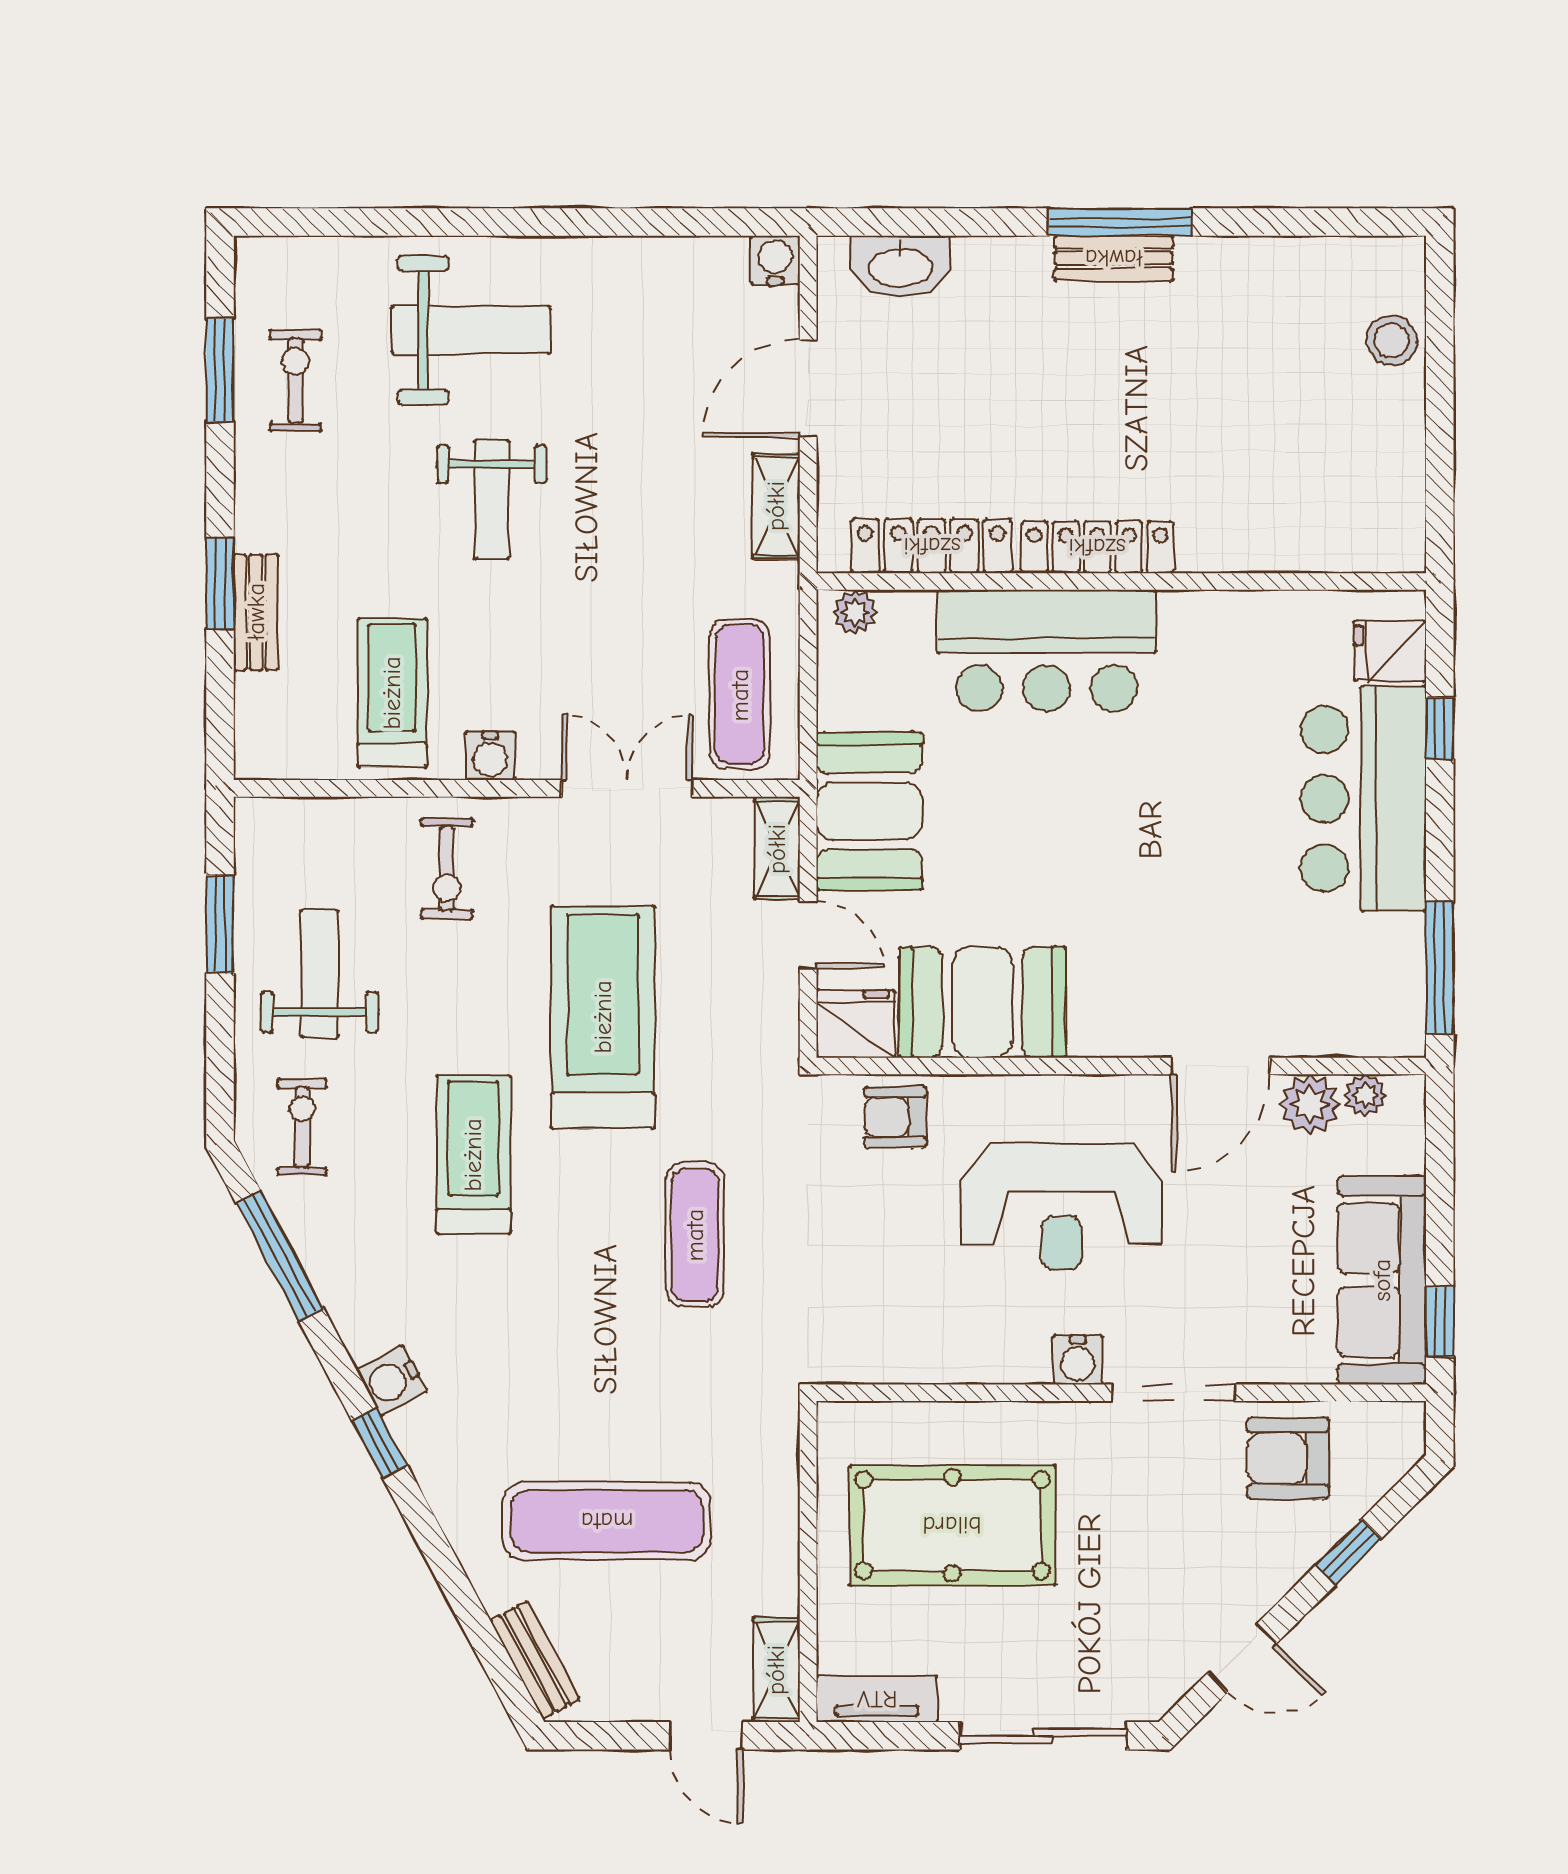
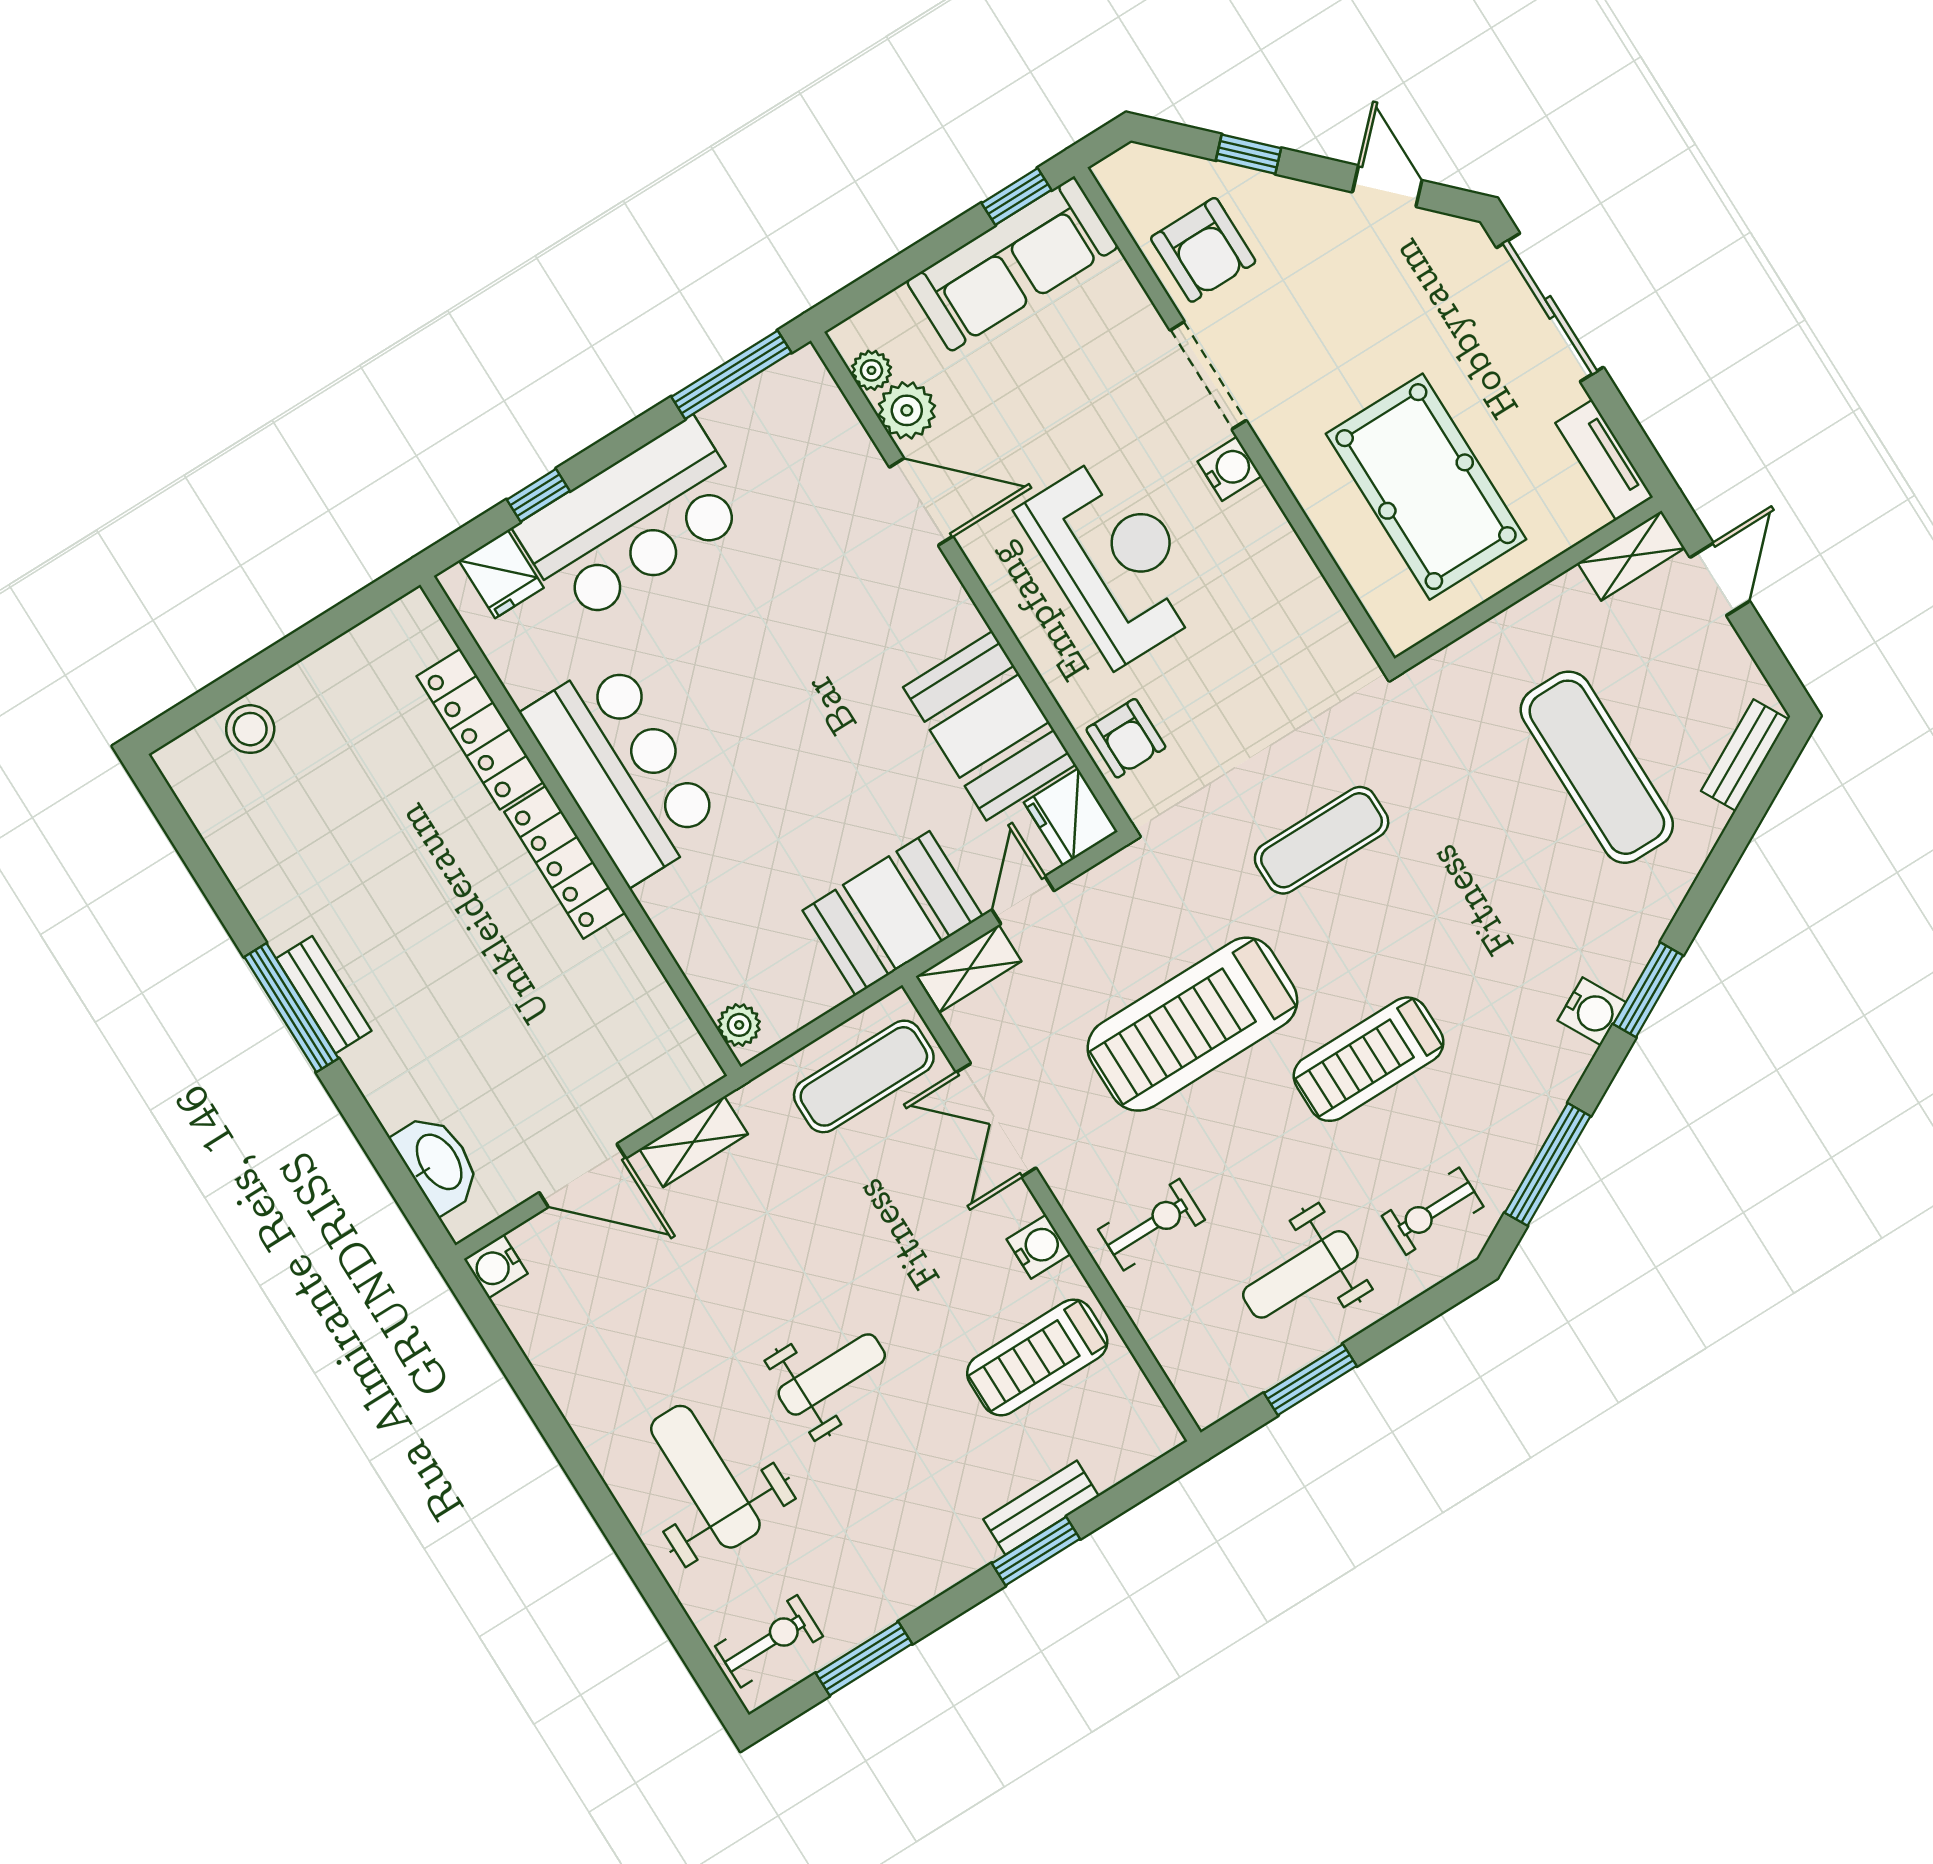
exercise bike: (296, 381) -> (769, 1641), moved, turned 180
locker: (932, 546) -> (480, 729), moved
bar counter: (1046, 651) -> (623, 770), moved
window: (380, 1443) -> (1648, 990), width x1.50

